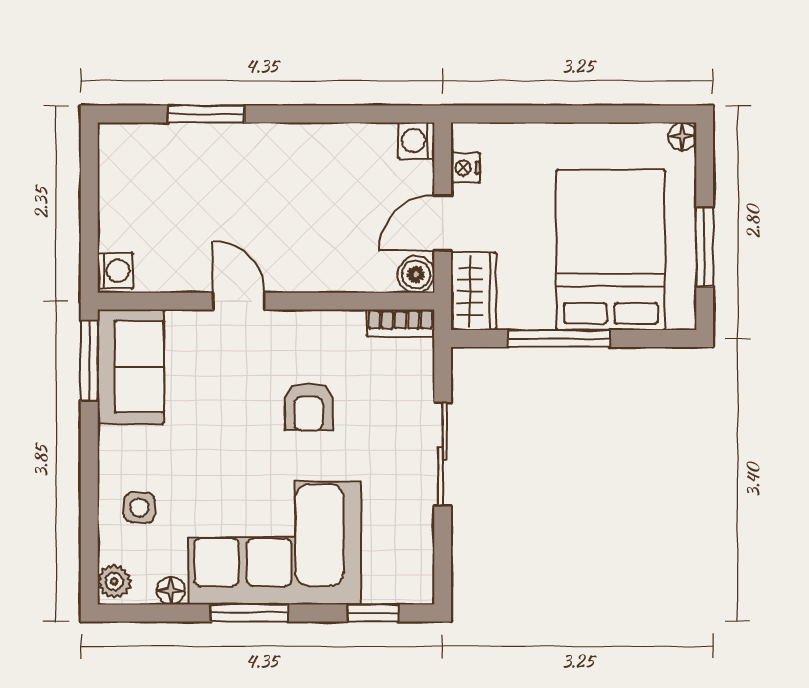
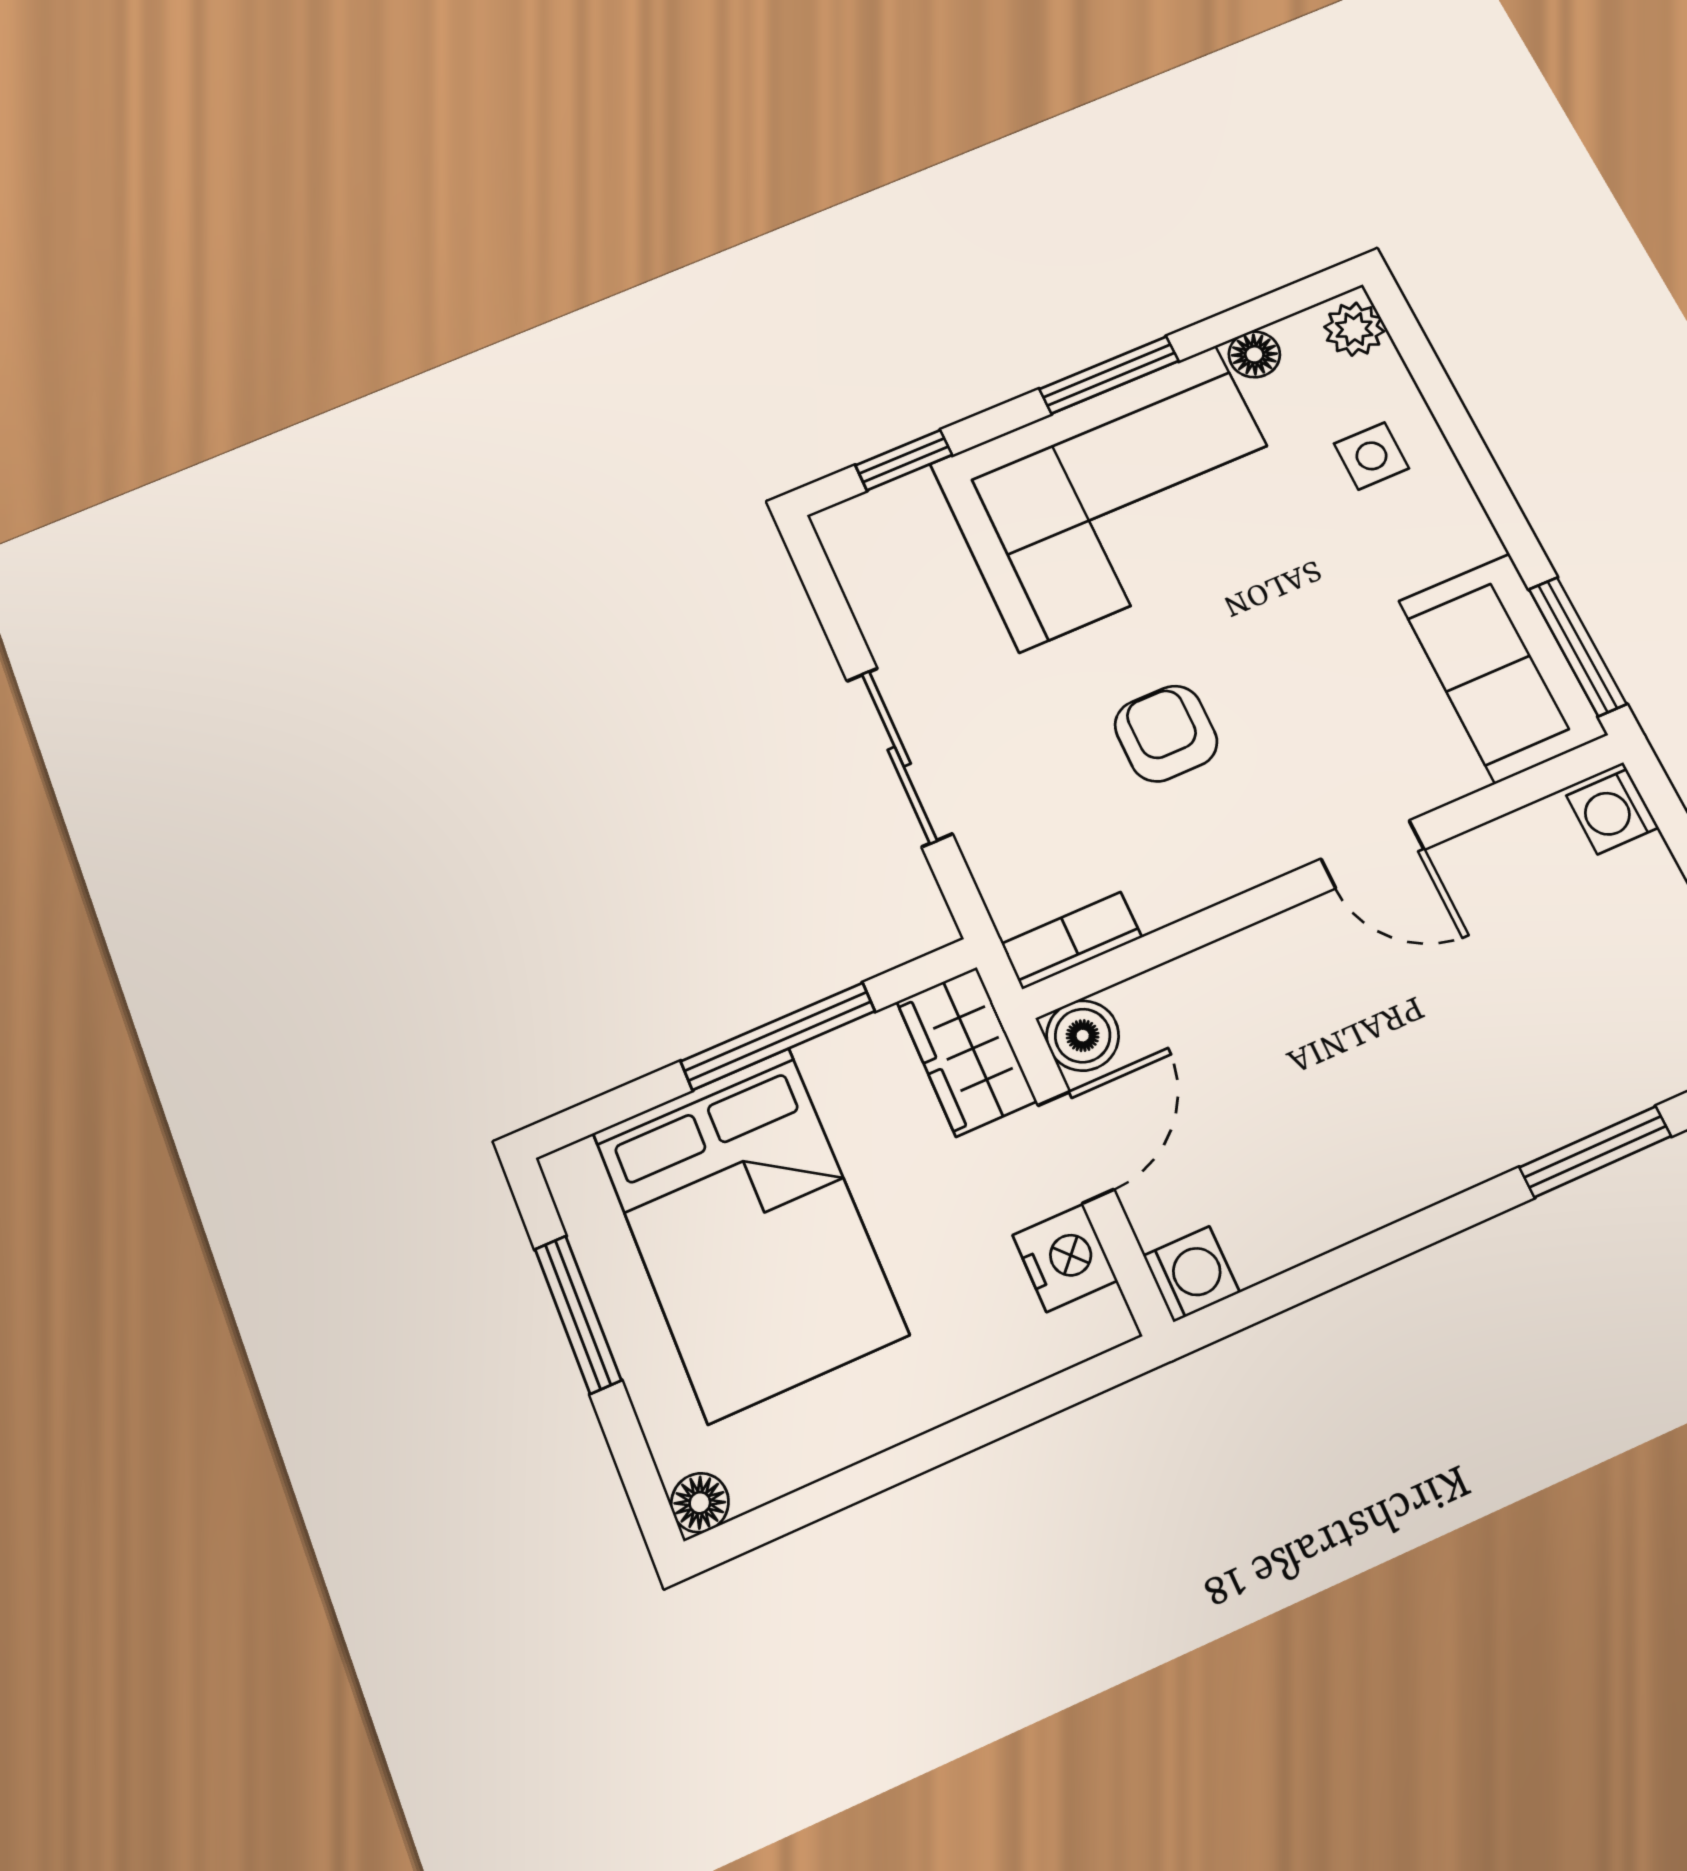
nightstand: (465, 168) -> (1065, 1258), width x1.39, depth x1.35

